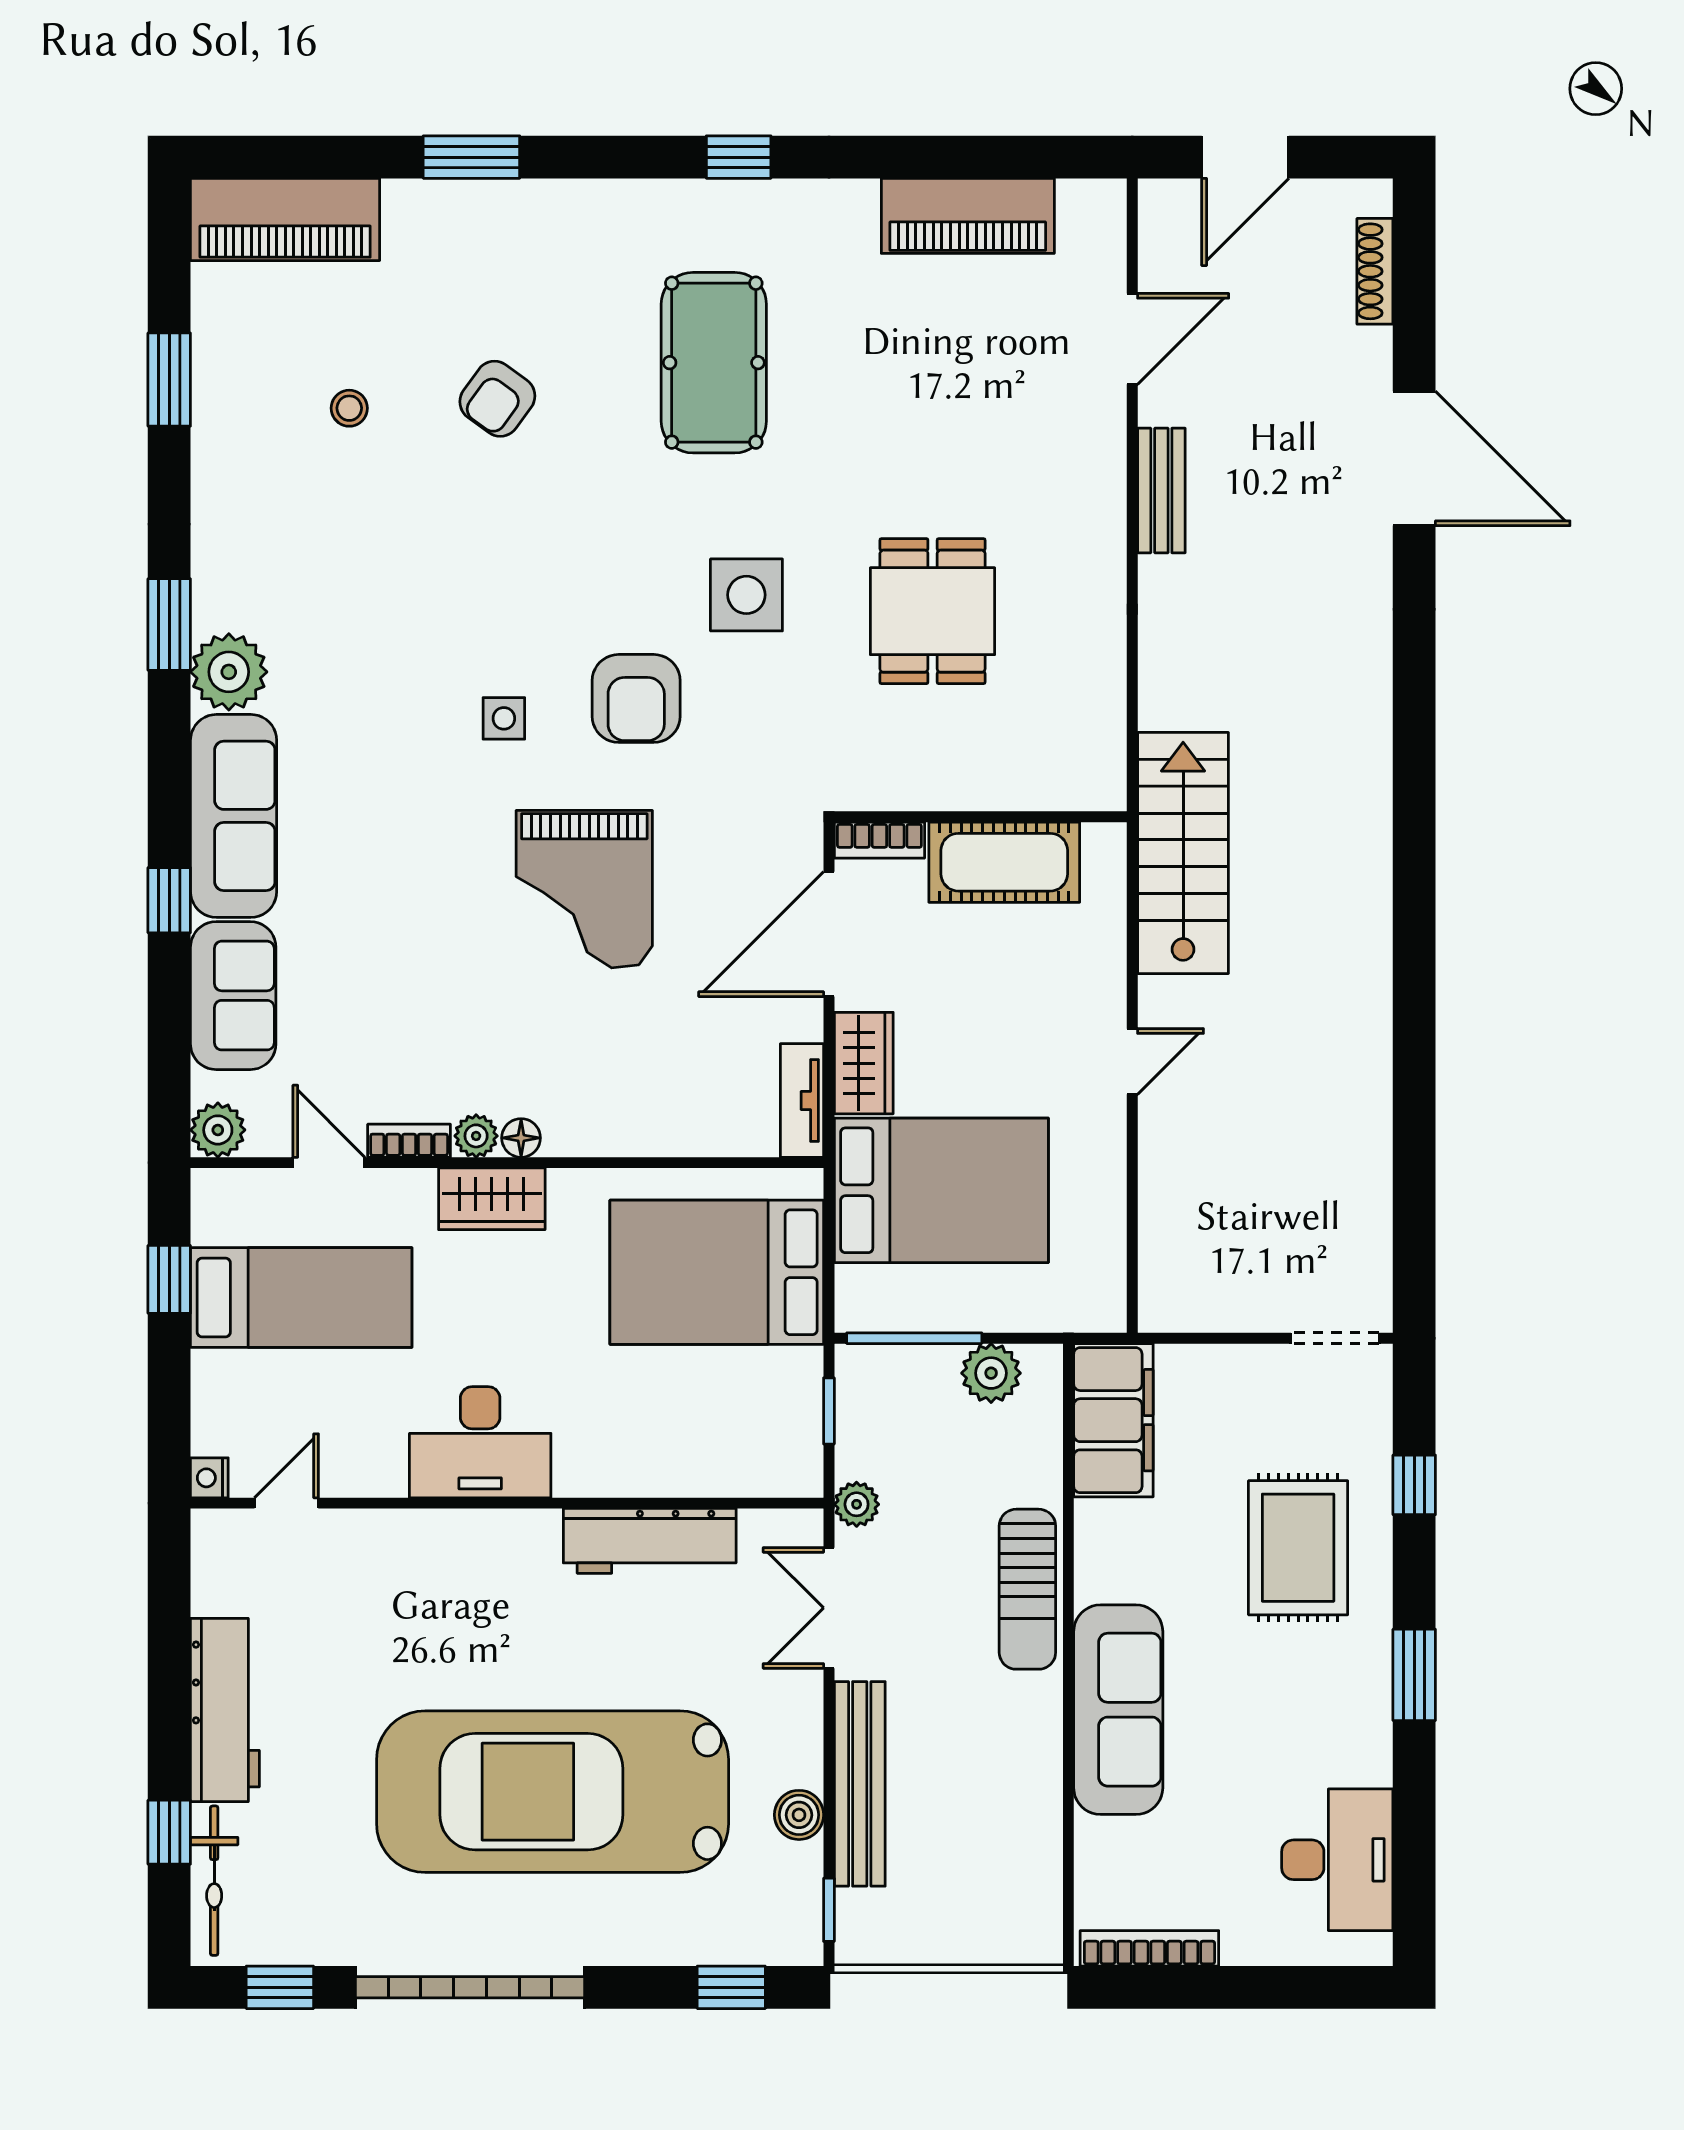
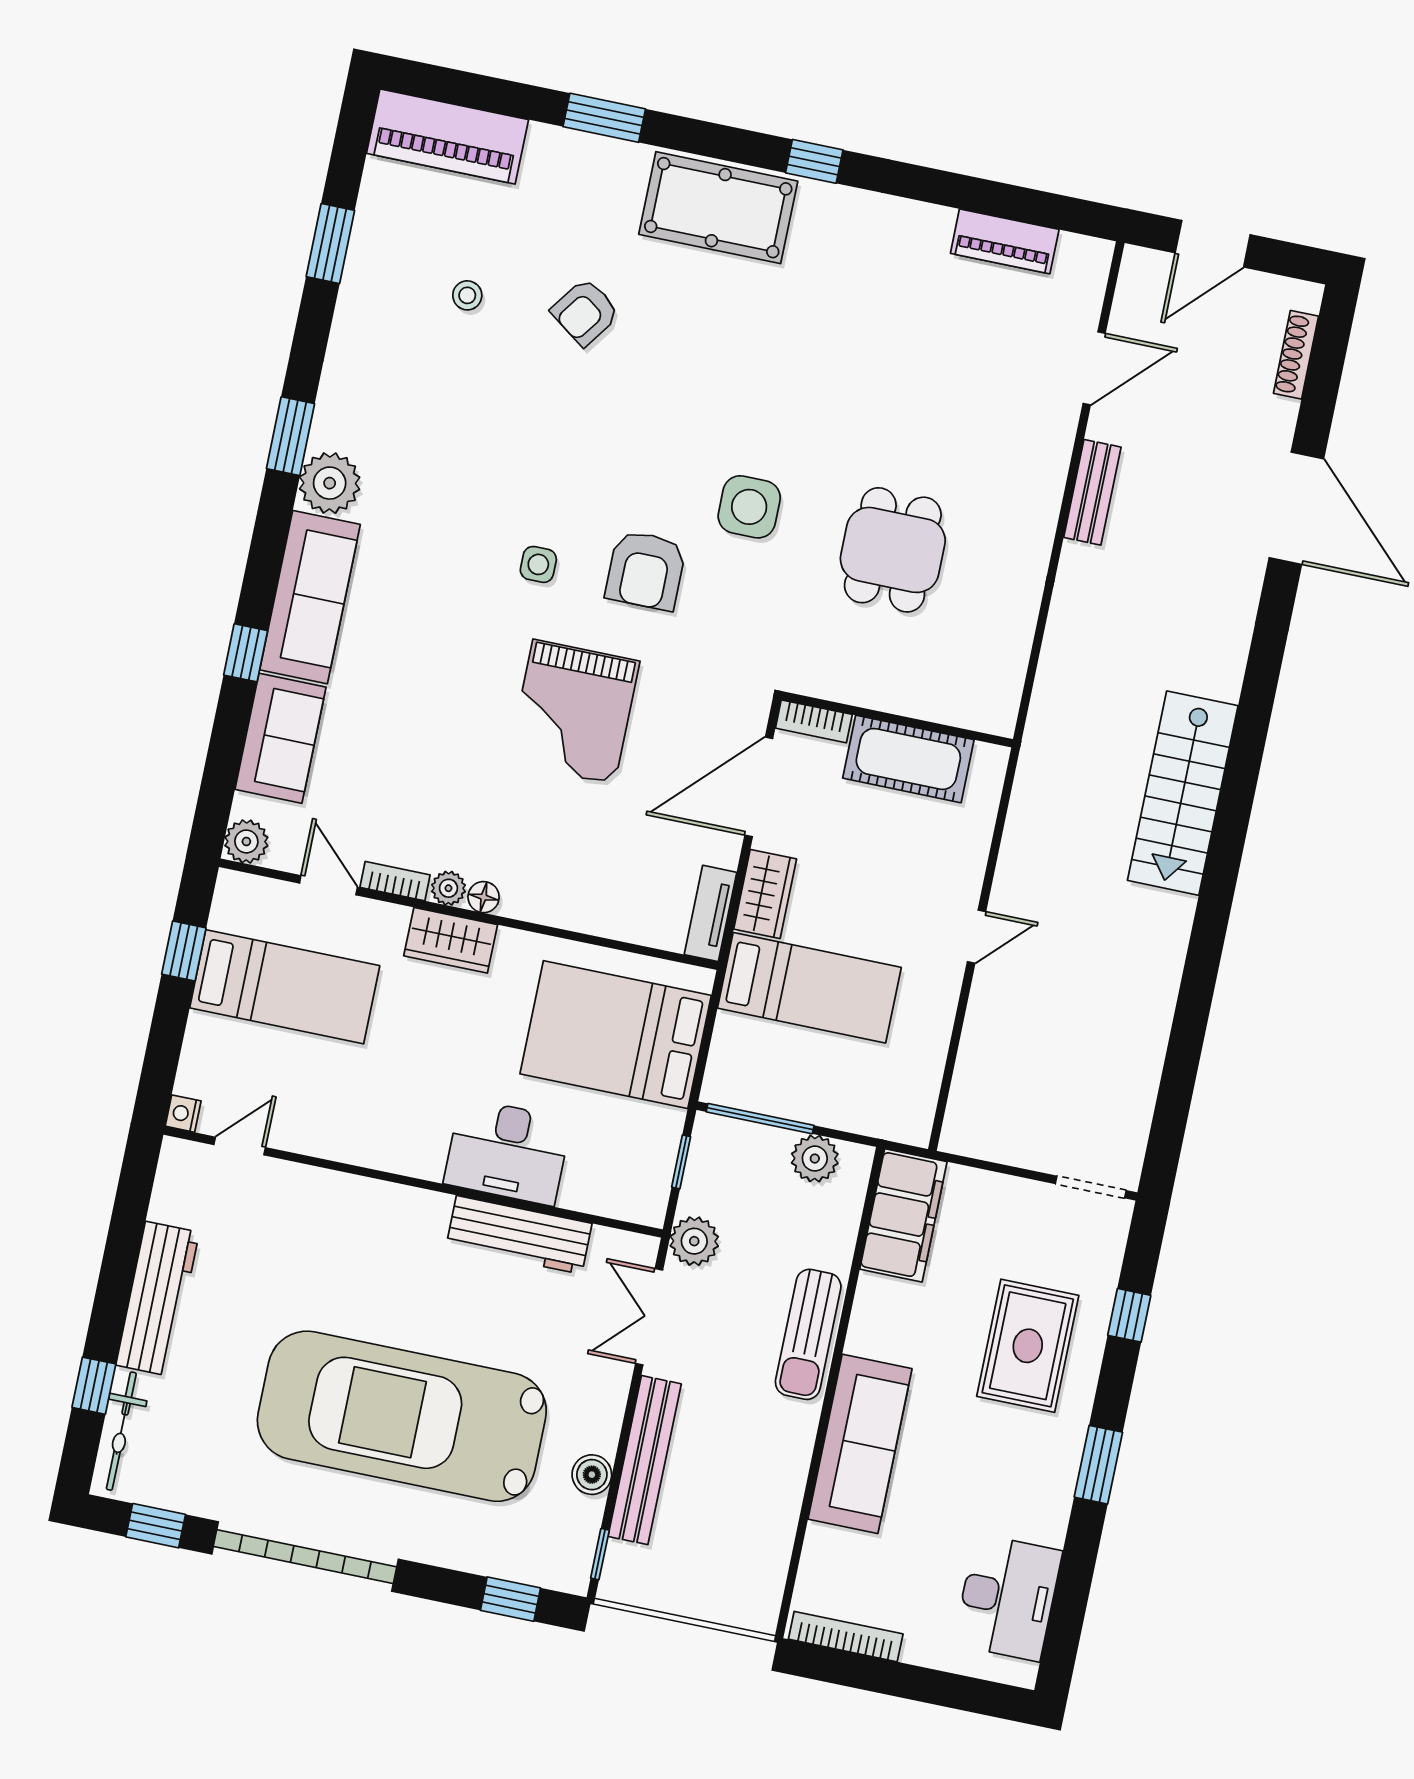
piano: (968, 216) -> (1005, 241), width x0.73, depth x0.75
pool table: (714, 363) -> (718, 208), moved, turned 90
stairs: (1183, 853) -> (1183, 793), moved, turned 180
bed: (941, 1190) -> (809, 988), width x0.67
desk: (480, 1442) -> (507, 1152), moved
plant: (857, 1504) -> (694, 1241), width x1.38, depth x1.38

